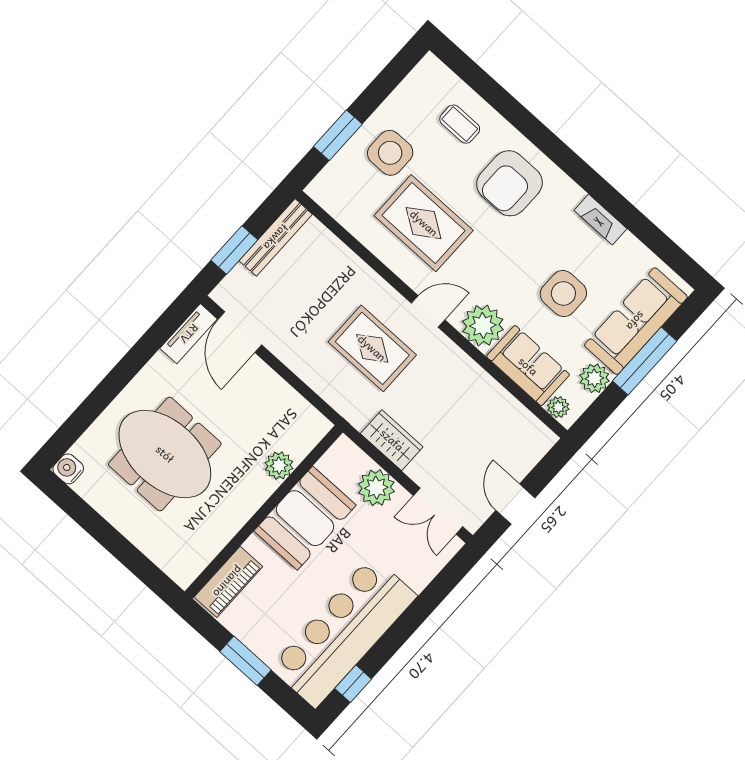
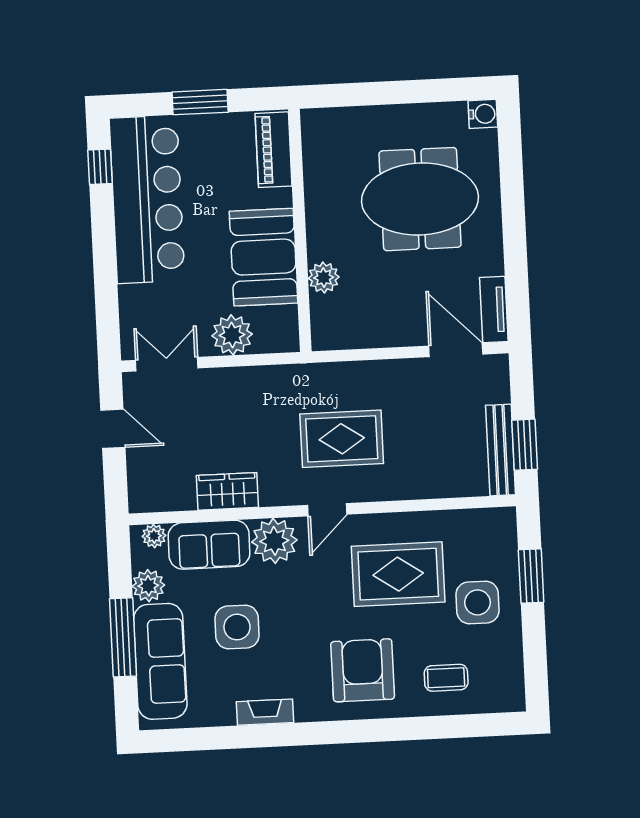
window: (234, 250) -> (525, 445), moved
wardrobe: (392, 440) -> (227, 491), moved, turned 180

